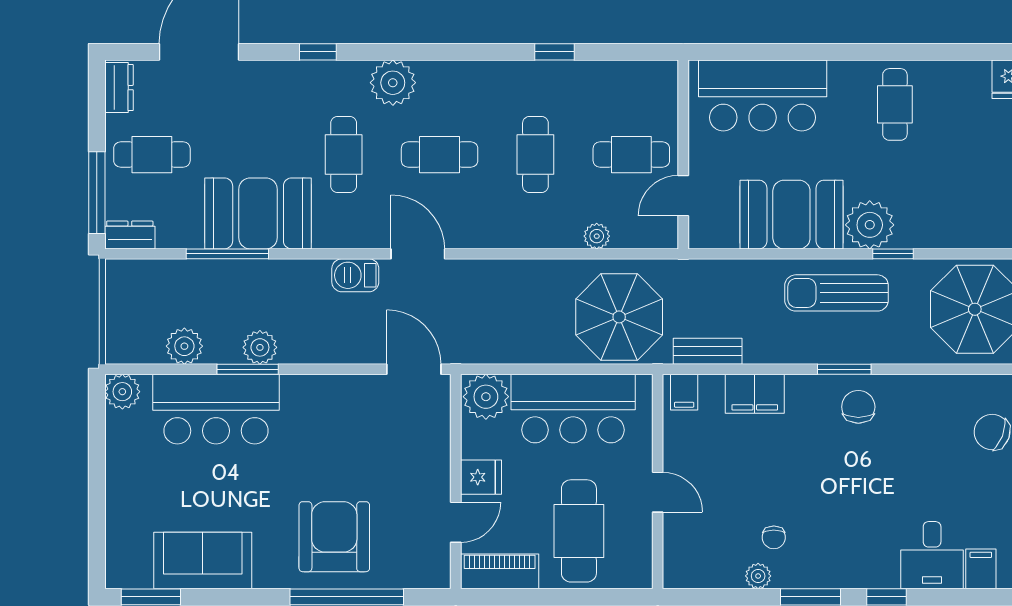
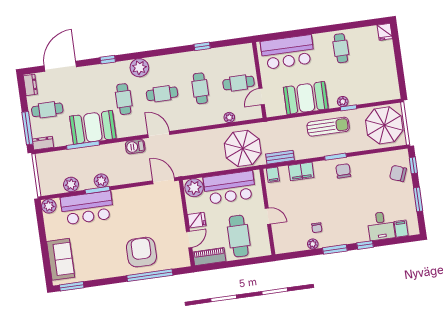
plant: (870, 225) -> (343, 102), width x0.53, depth x0.53
sun lounger: (837, 293) -> (328, 127), turned 180
sofa: (203, 561) -> (61, 259), moved, turned 90

